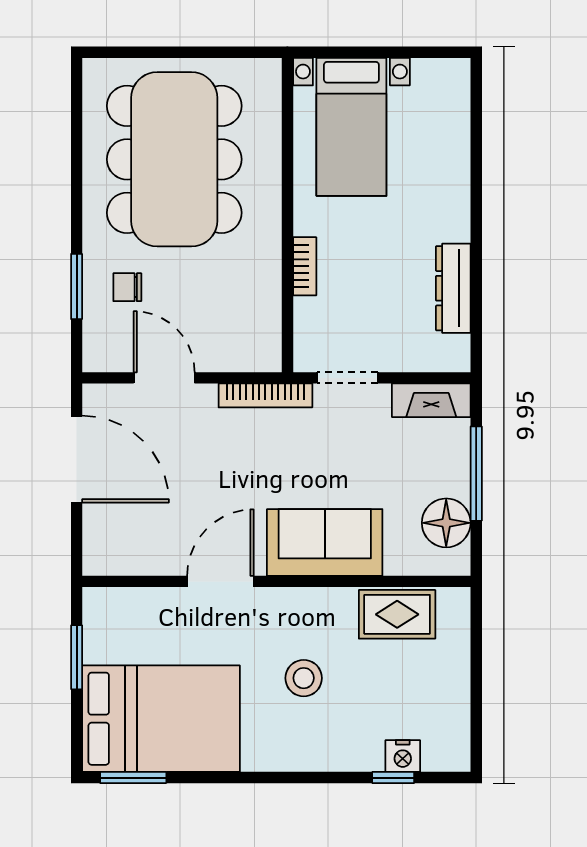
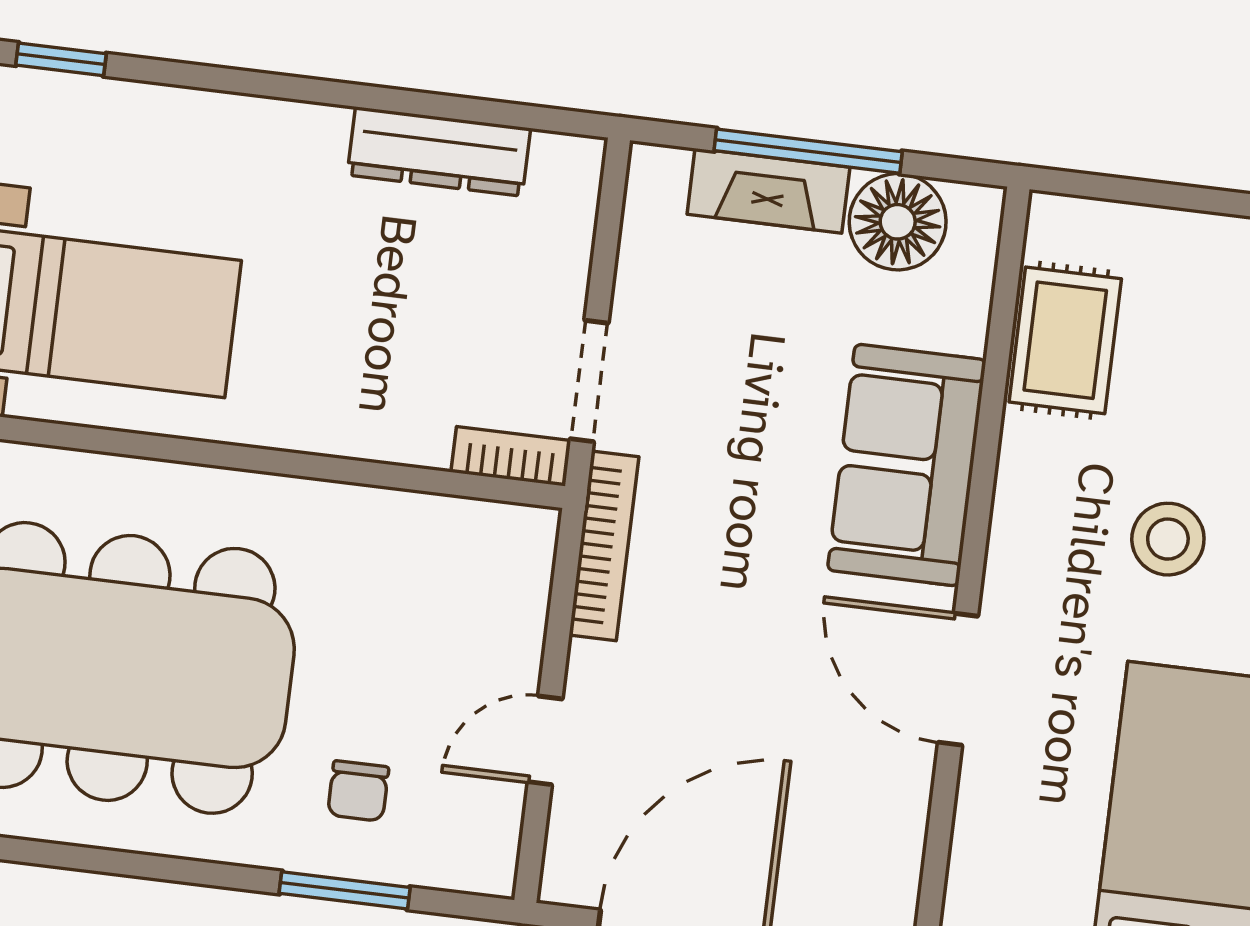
window: (476, 93) -> (61, 59), added
bookcase: (305, 266) -> (511, 456), moved
door: (164, 378) -> (545, 740), width x0.73
fireplace: (431, 400) -> (768, 191), moved, turned 90

